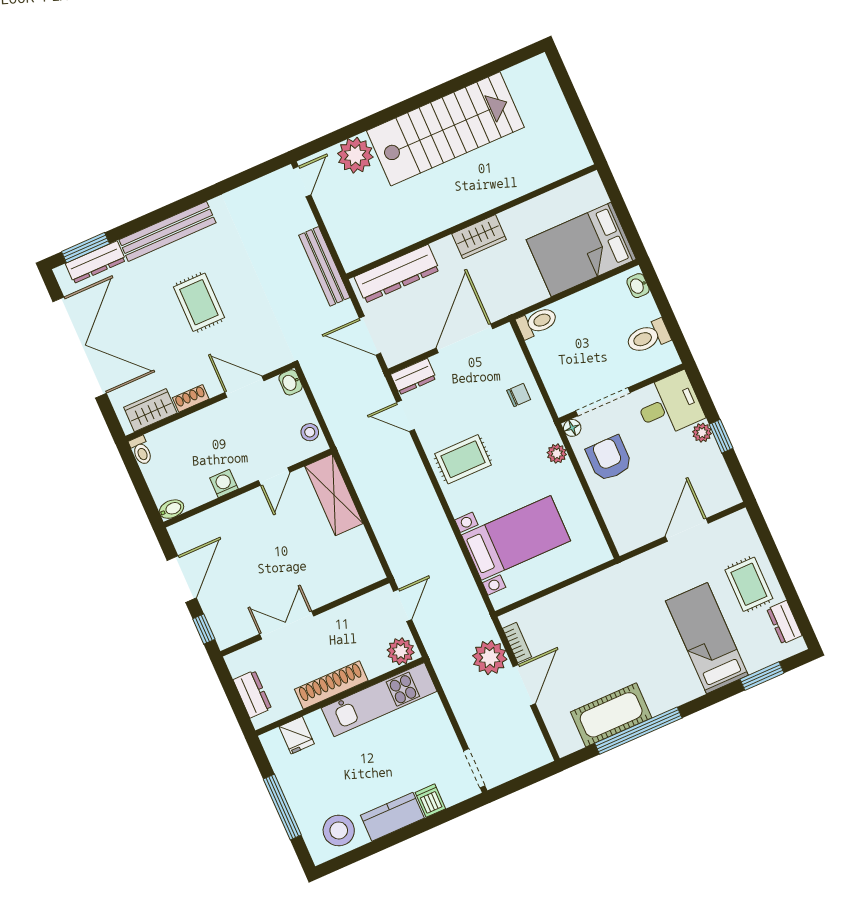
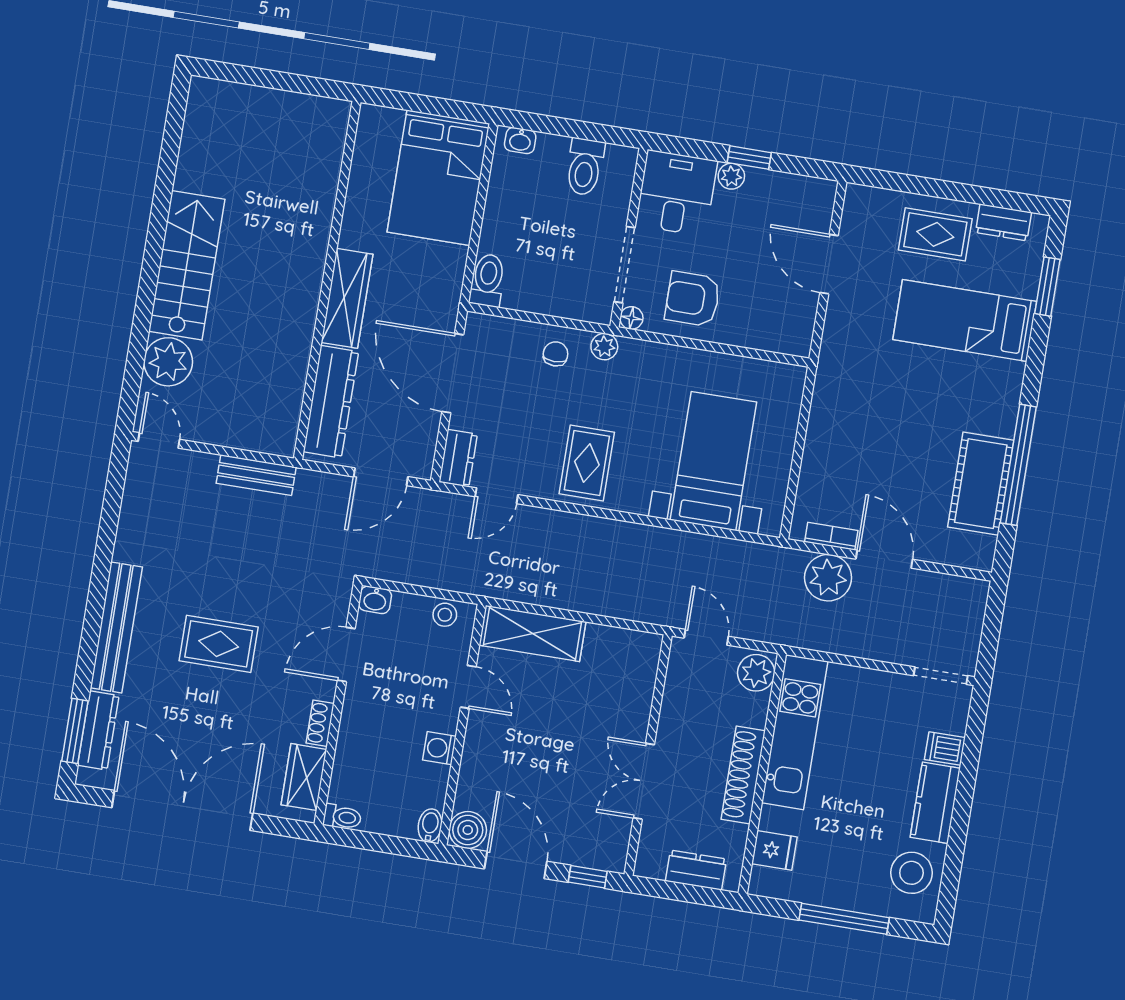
stairs: (445, 129) -> (187, 265), width x0.73, depth x0.66
wardrobe: (479, 237) -> (347, 298), width x1.50
bench: (324, 266) -> (256, 475), width x0.73
plant: (557, 454) -> (604, 347), moved
boiler: (184, 535) -> (468, 830), added

